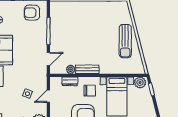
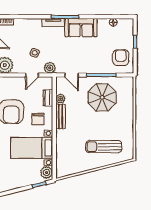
parasol: (69, 30) -> (102, 97), added
sun lounger: (125, 41) -> (104, 147), moved
plant: (42, 79) -> (50, 68), added
door: (48, 96) -> (32, 75), swing flipped

